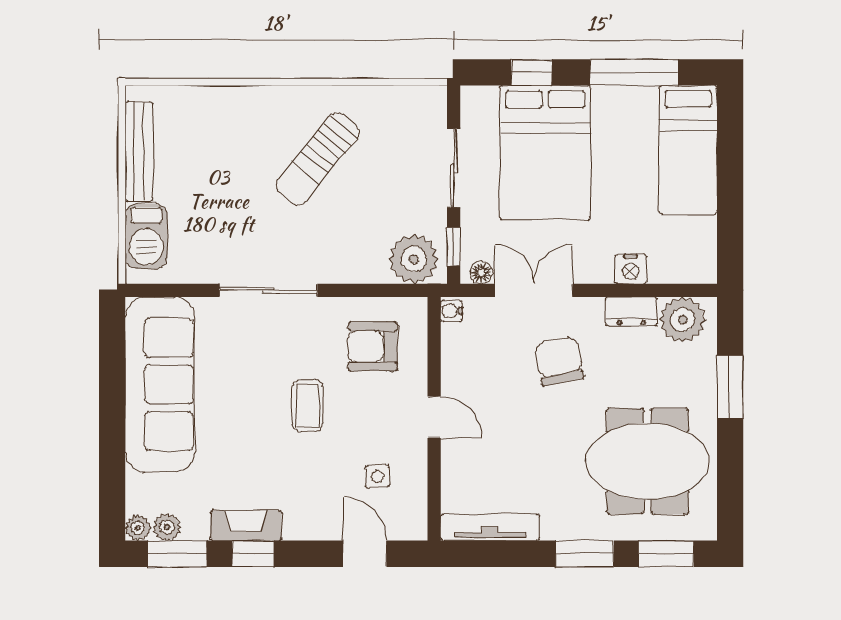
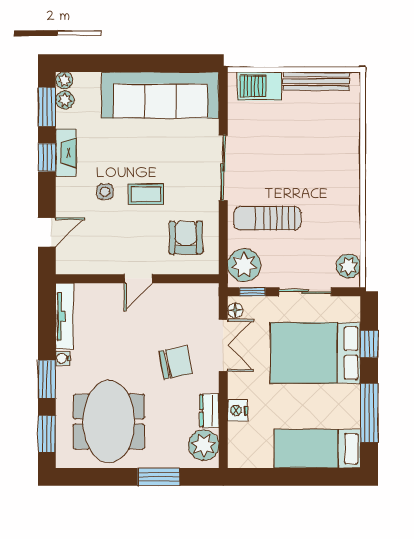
plant: (415, 103) -> (348, 266), added
sun lounger: (318, 159) -> (267, 218), moved, turned -39
water cooler: (451, 311) -> (63, 358), moved, turned -90
side table: (377, 476) -> (105, 192), moved

